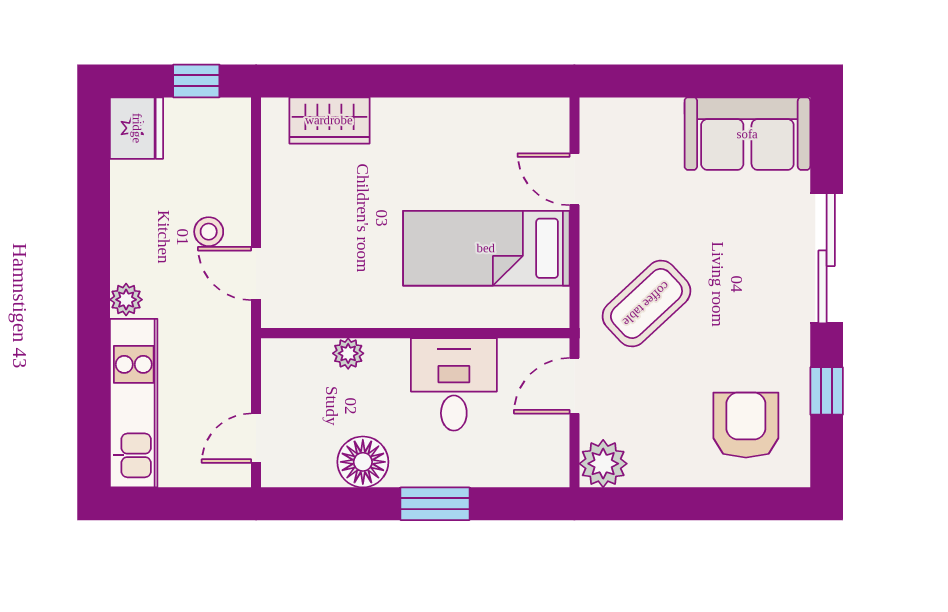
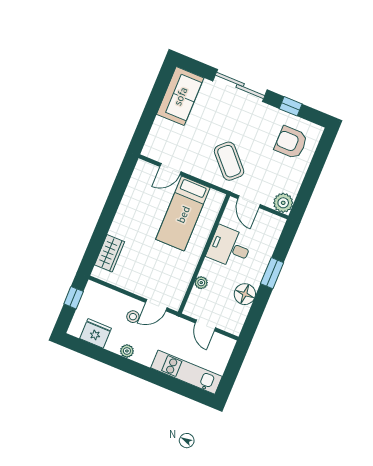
fridge: (137, 128) -> (96, 333), moved
plant: (126, 300) -> (127, 351), moved
door: (256, 438) -> (205, 325), moved

